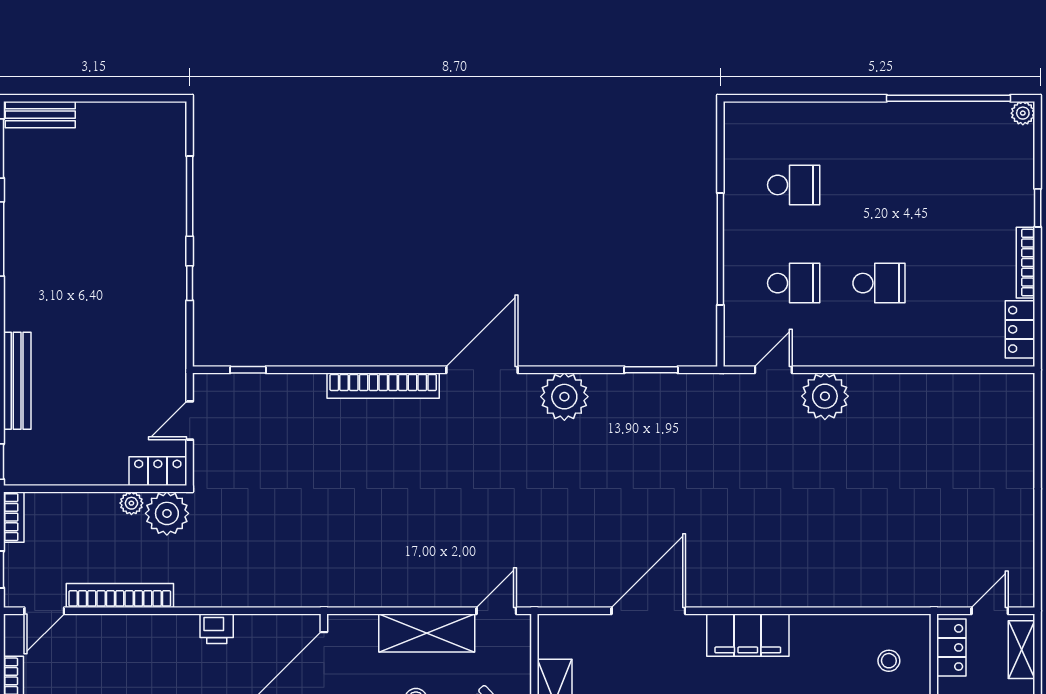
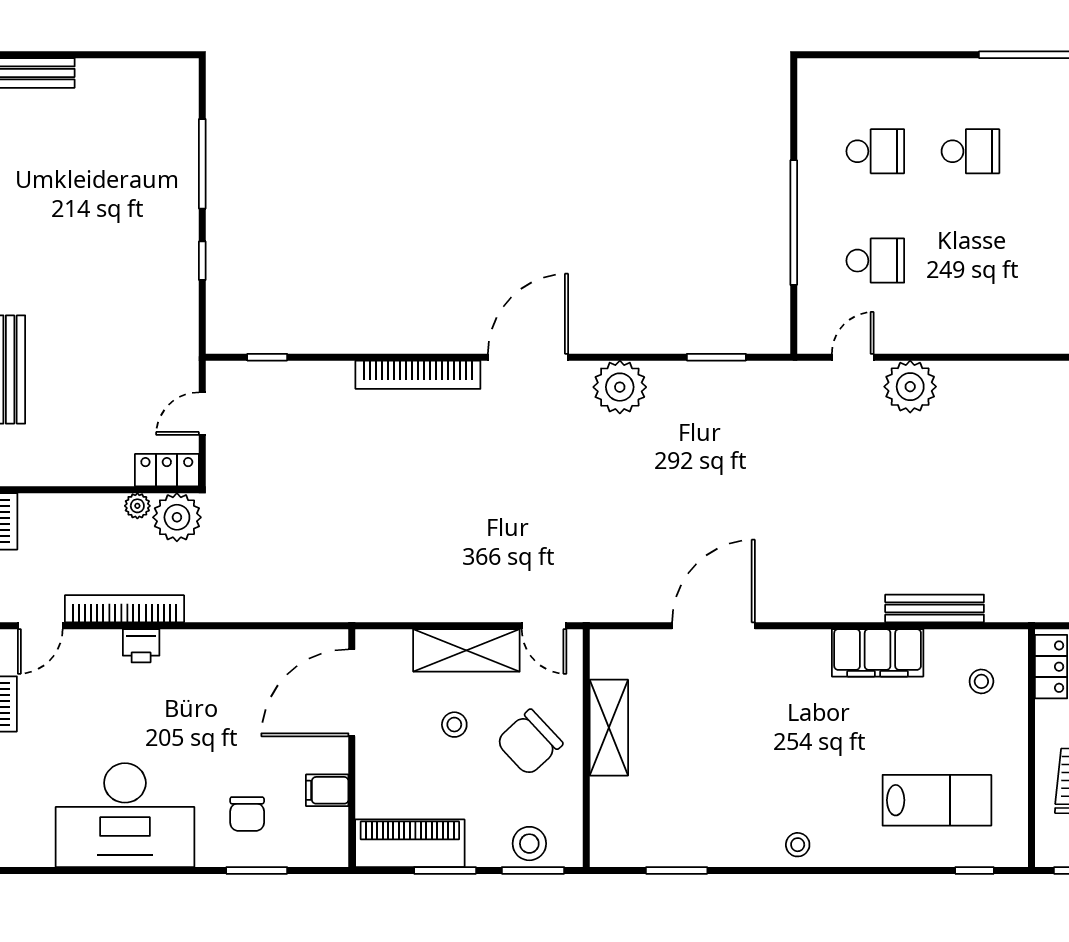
school desk: (879, 283) -> (970, 151), moved
bench: (847, 595) -> (935, 608), added
door: (496, 611) -> (544, 626), swing flipped
printer: (217, 629) -> (141, 646), moved
filing cabinet: (748, 635) -> (878, 653), moved

